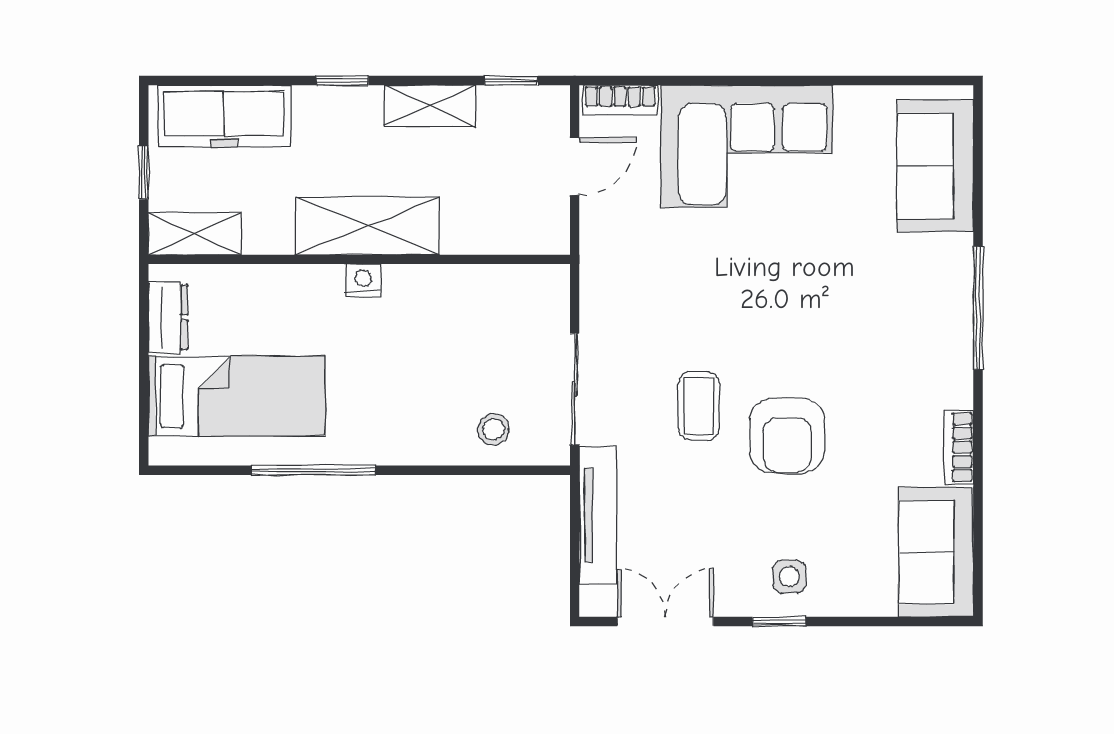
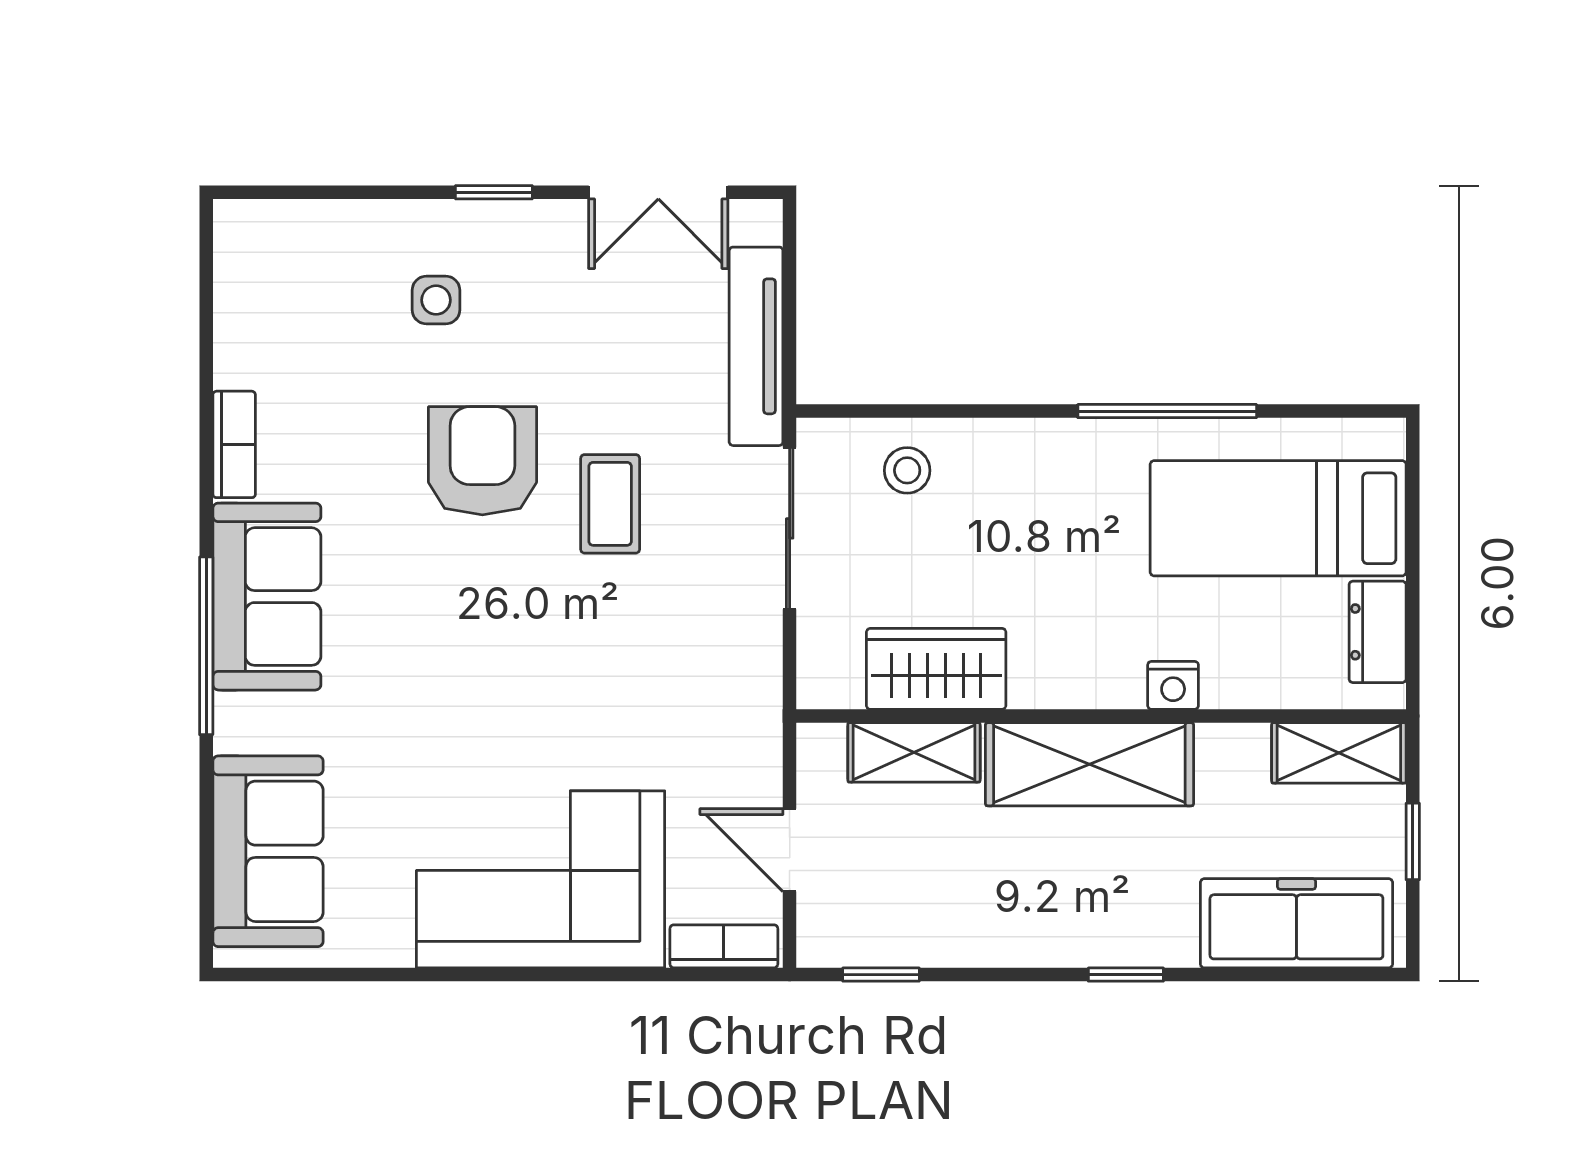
shelving: (430, 106) -> (914, 752), moved
door: (575, 167) -> (790, 850), hinge flipped
nightstand: (363, 281) -> (1173, 685), moved
wardrobe: (473, 292) -> (936, 669), added
sofa: (936, 552) -> (267, 597), moved
side table: (789, 577) -> (436, 300), moved

